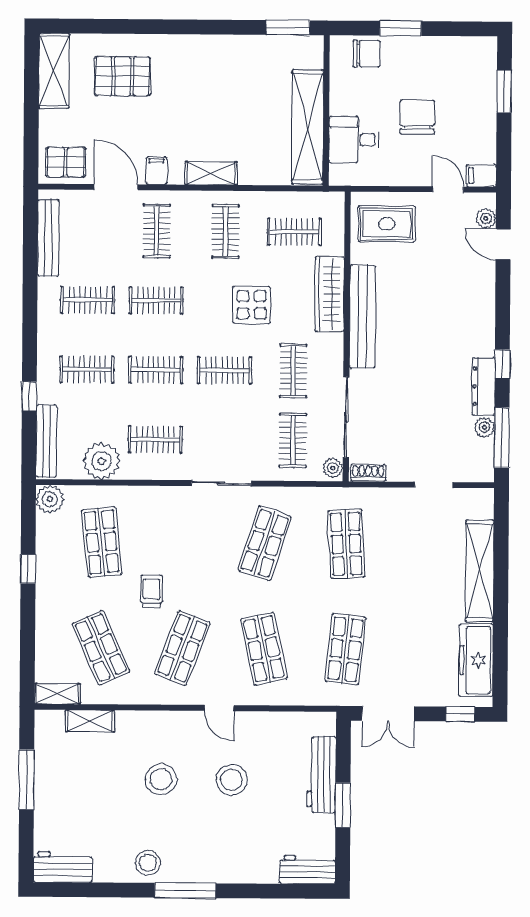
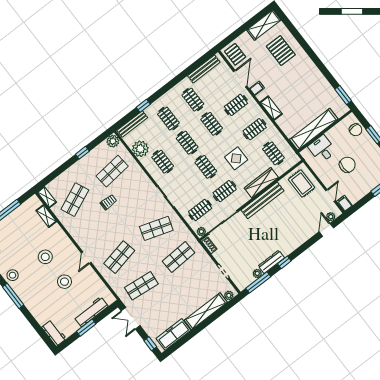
plant: (484, 508) -> (229, 295), added
shop shelf: (182, 648) -> (97, 228), removed

